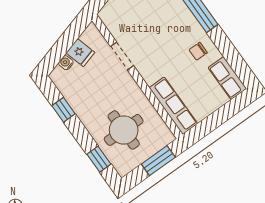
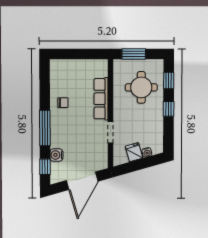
row of seats: (227, 78) -> (57, 74), removed
row of seats: (173, 106) -> (101, 99), moved
window: (63, 110) -> (169, 109), moved

